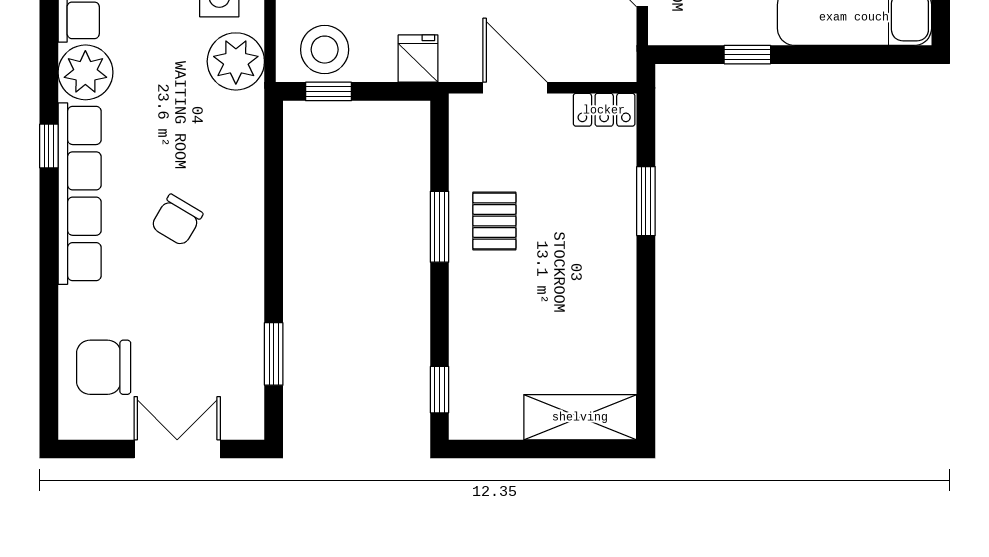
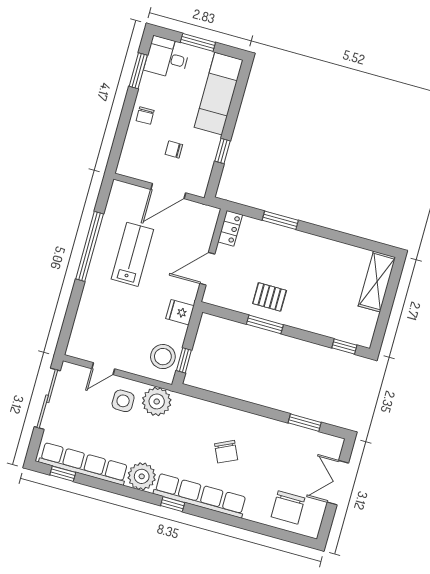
chair: (177, 220) -> (226, 452), turned 34

